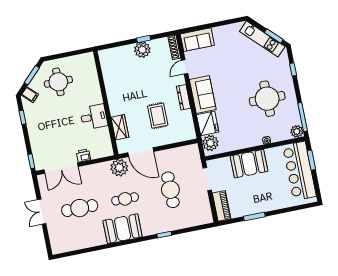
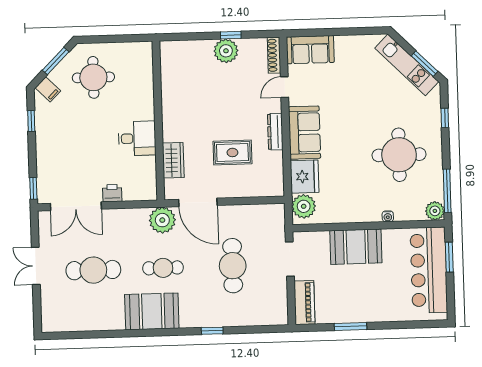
rug: (158, 116) -> (232, 152), turned 90

